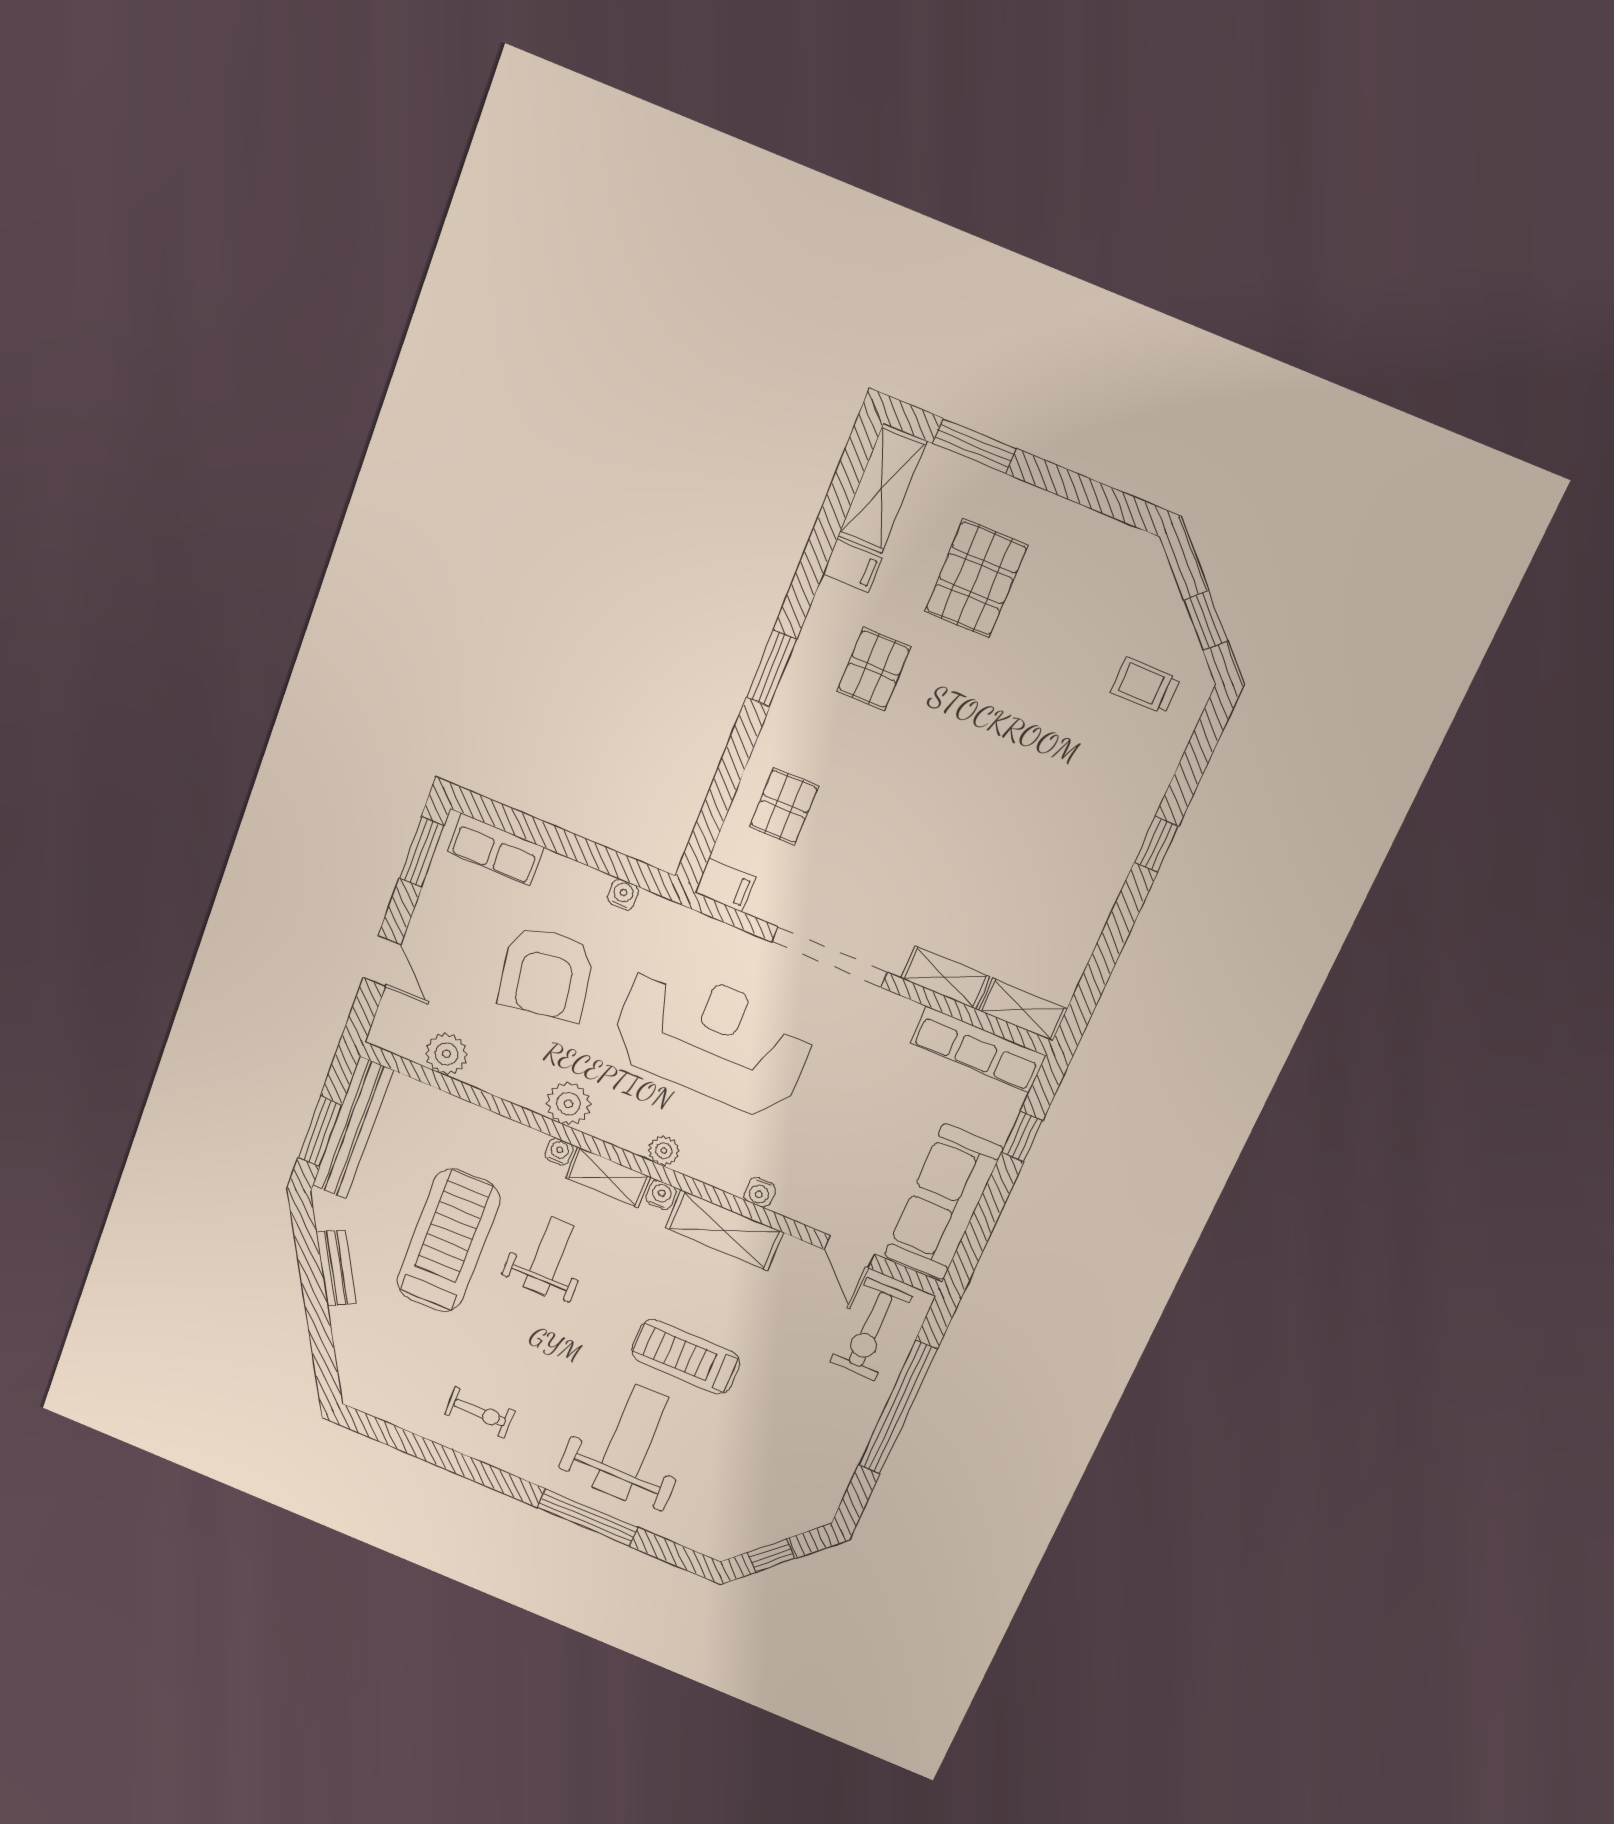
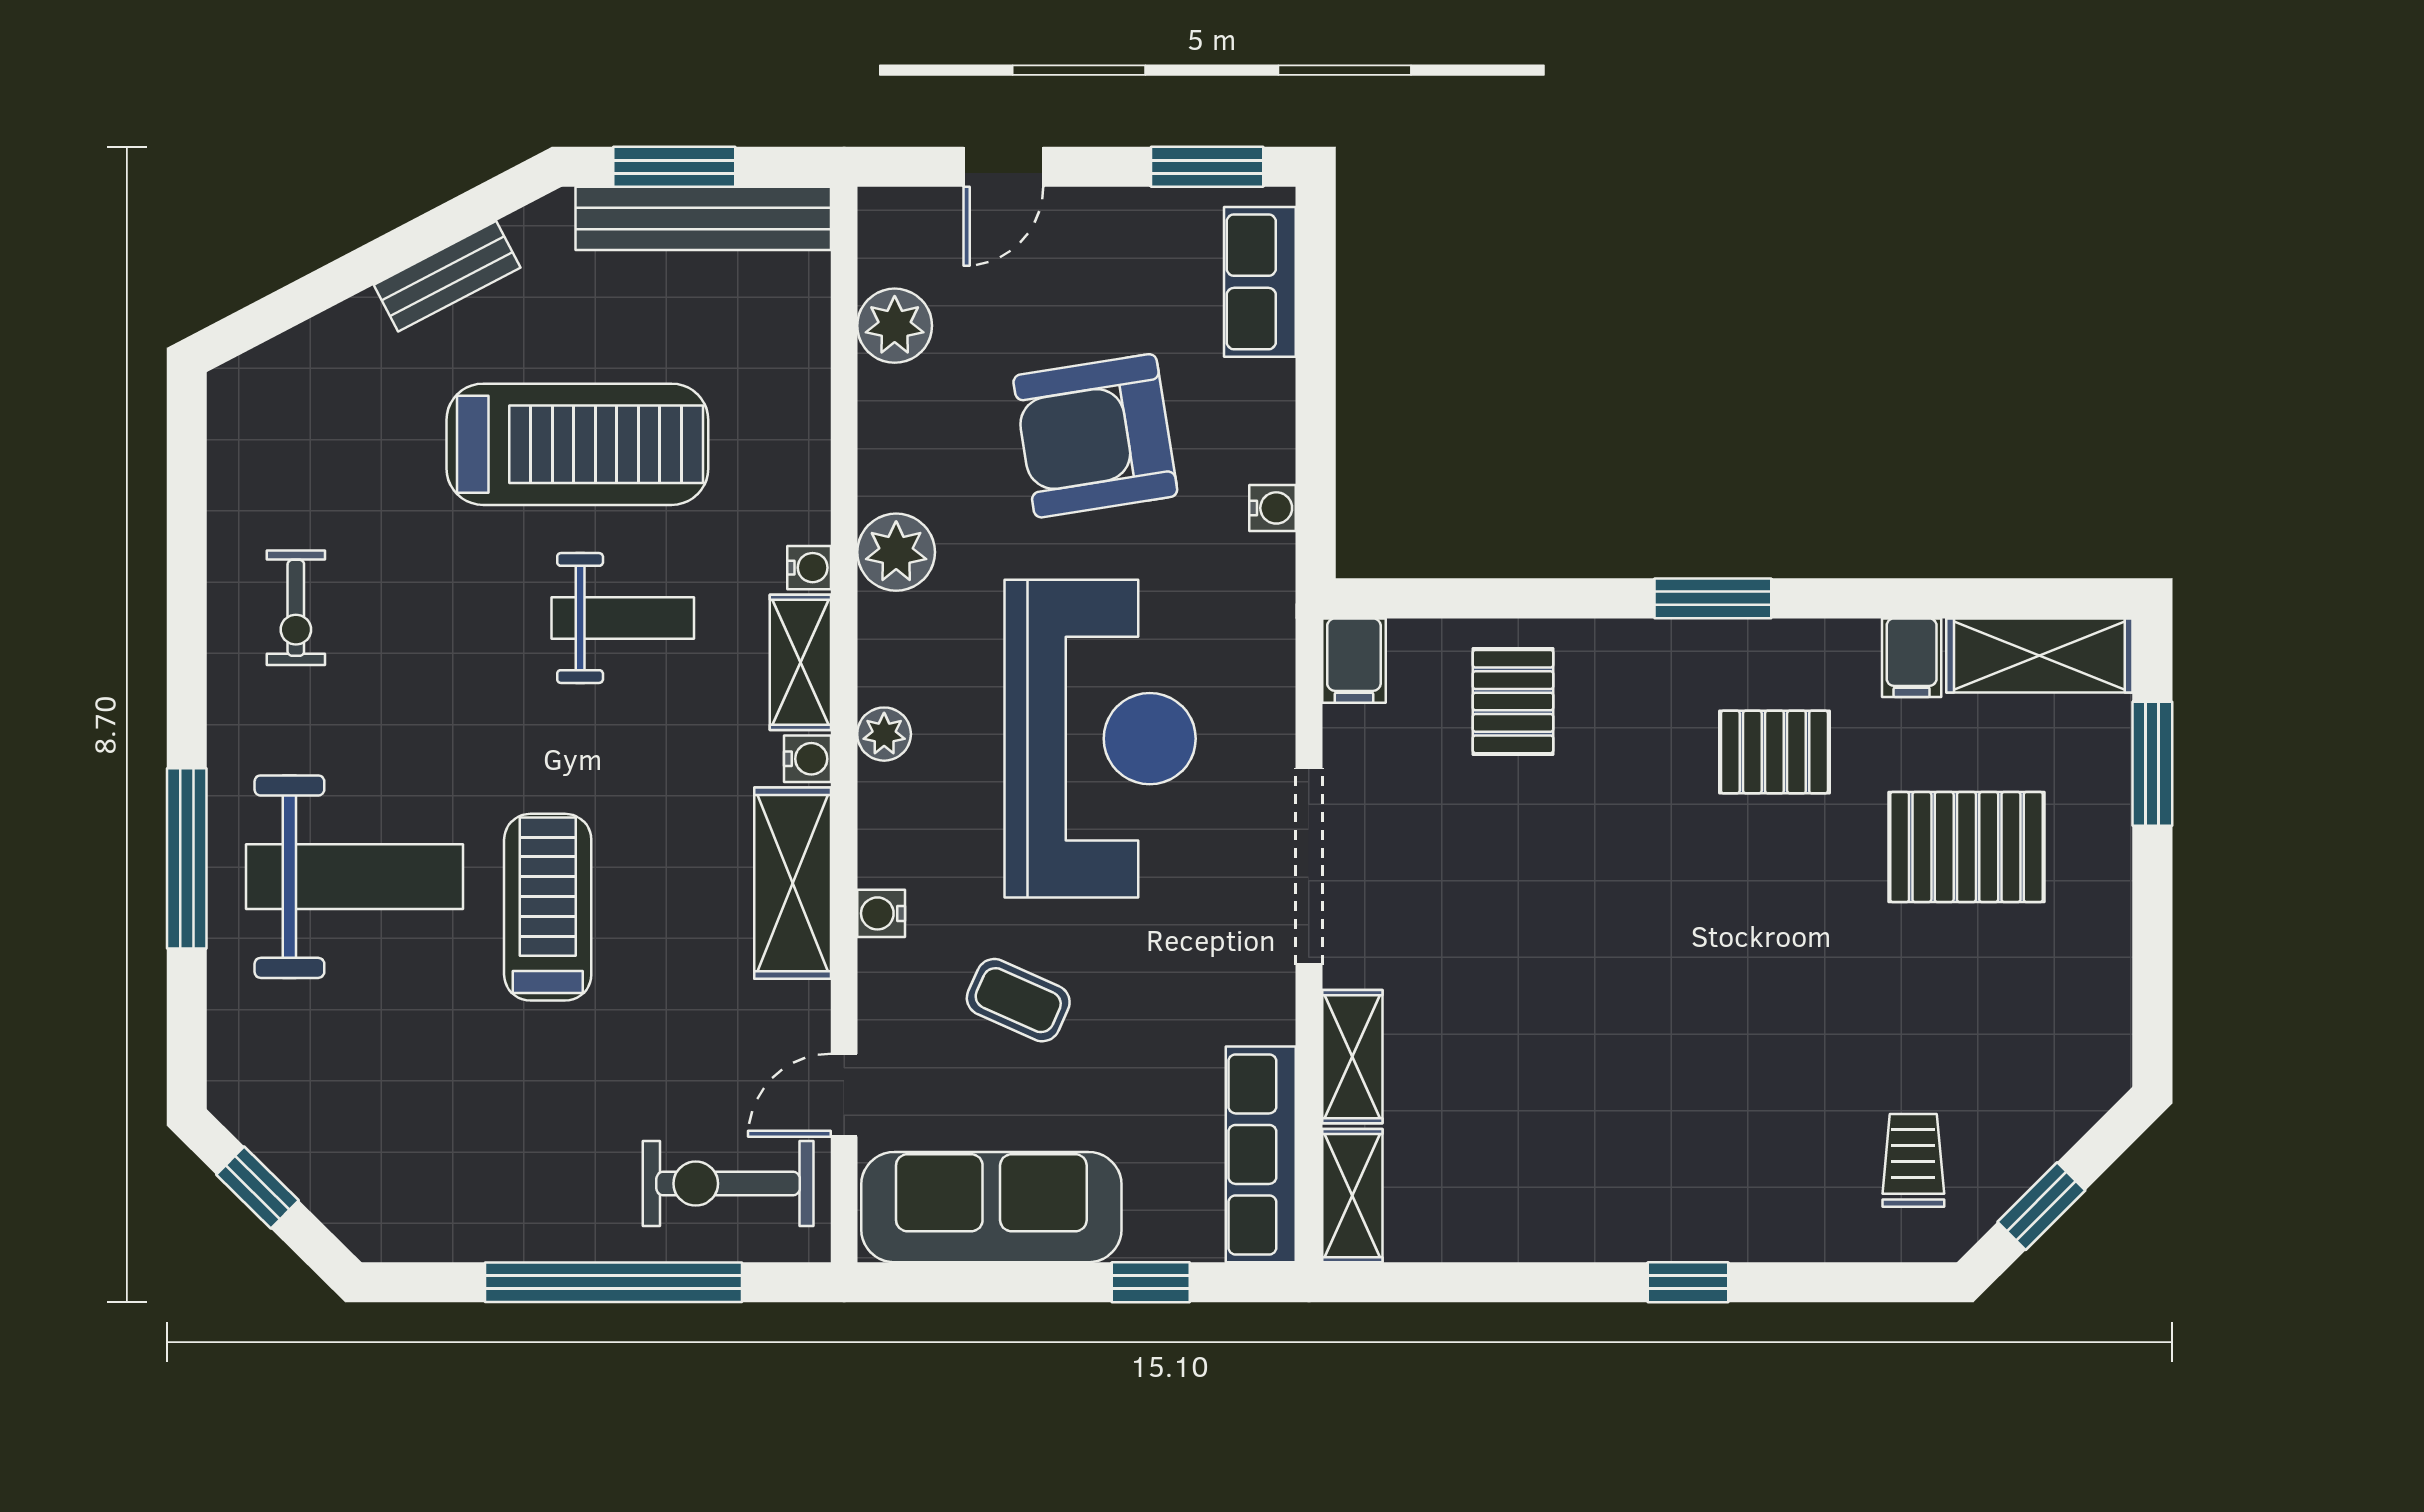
pallet: (784, 806) -> (1513, 702), turned 90
coffee table: (837, 1141) -> (1018, 1000), added

